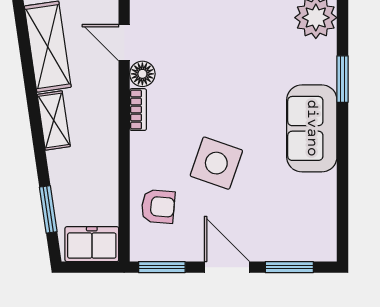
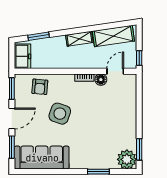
sofa: (312, 128) -> (42, 158), moved, width x1.36

